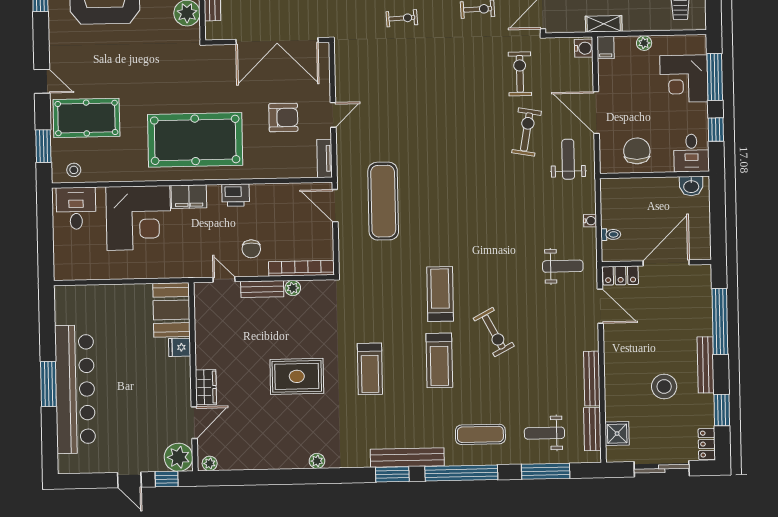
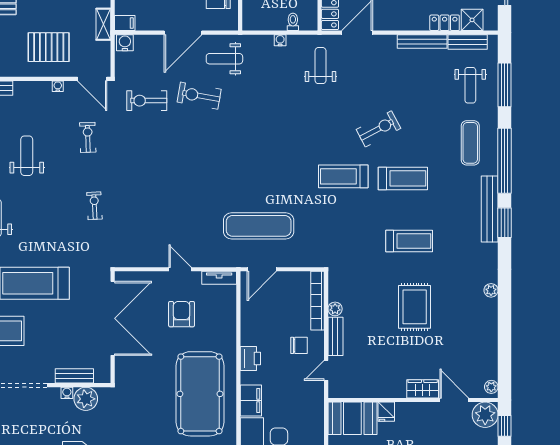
locker: (613, 403) -> (445, 23), added

